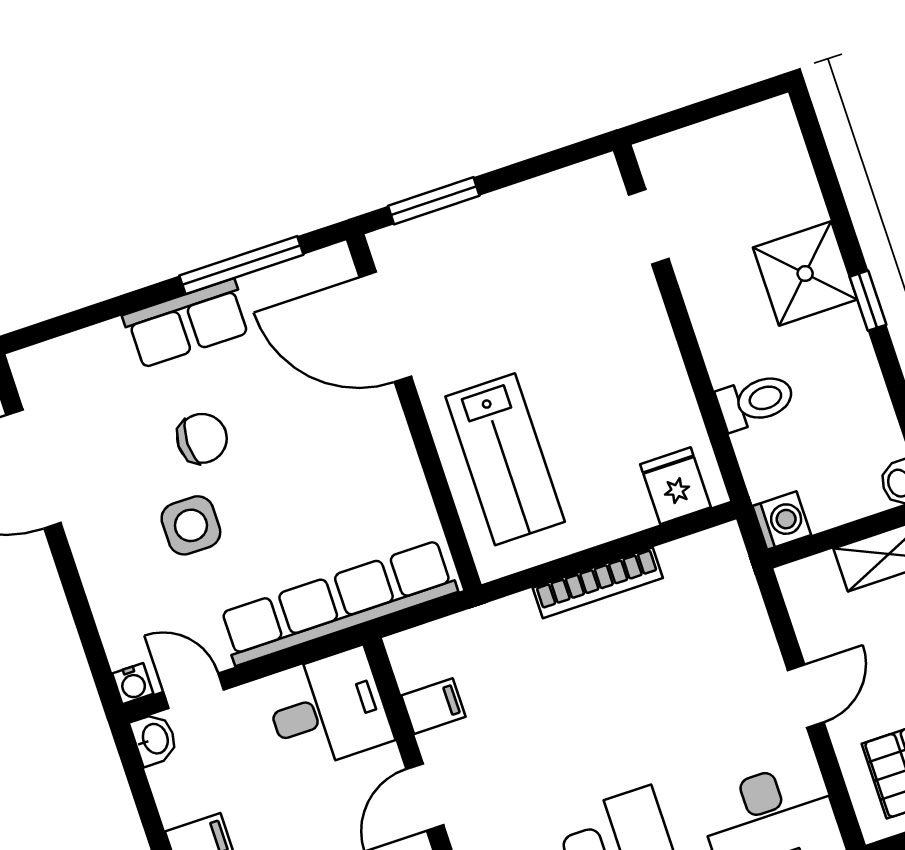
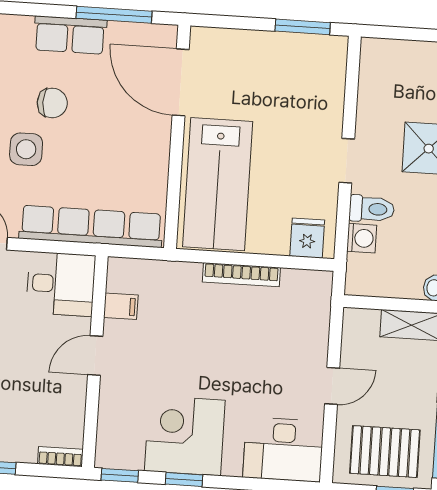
window: (434, 201) -> (303, 27), moved
doorway: (649, 227) -> (347, 161), moved
lab bench: (505, 459) -> (218, 184), width x1.36, depth x1.39
washing machine: (782, 521) -> (362, 238), moved

